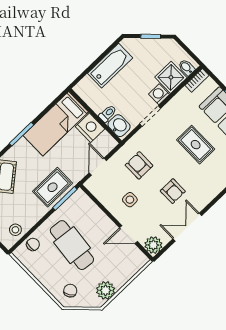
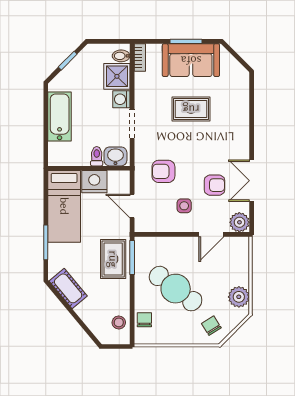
armchair: (173, 191) -> (215, 185), moved
cafe table: (72, 245) -> (176, 289), turned 31

